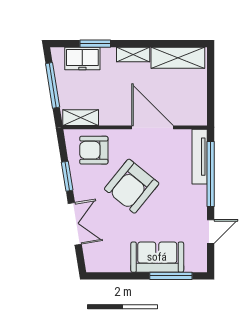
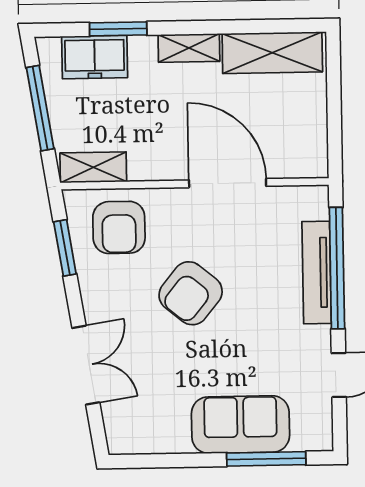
armchair: (94, 150) -> (119, 227), turned -90
tv unit: (200, 157) -> (317, 272), moved
window: (67, 176) -> (65, 248), moved
armchair: (132, 186) -> (191, 293), width x0.73, depth x0.73

